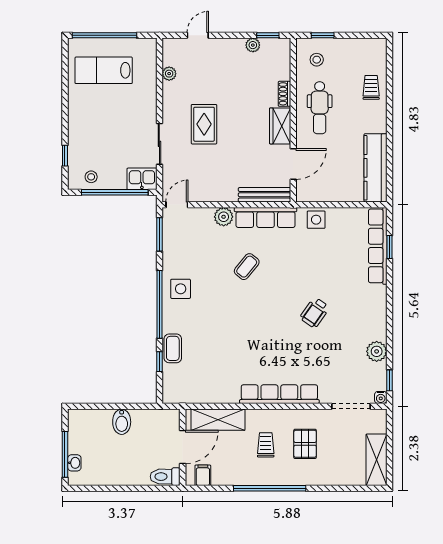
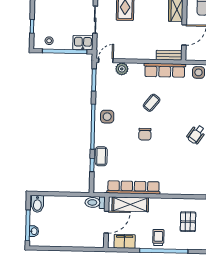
bench: (265, 195) -> (169, 55), width x0.73
plant: (224, 217) -> (122, 69), moved
chair: (238, 314) -> (145, 134), added
row of seats: (279, 394) -> (133, 187), moved
bidet: (122, 422) -> (37, 204), moved
trolley: (266, 445) -> (158, 238), moved
filing cabinet: (203, 475) -> (125, 241), width x2.00
toilet: (165, 477) -> (95, 202), moved

